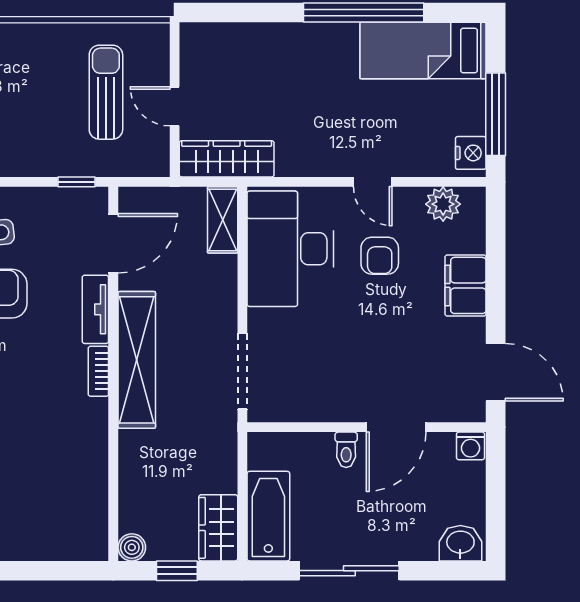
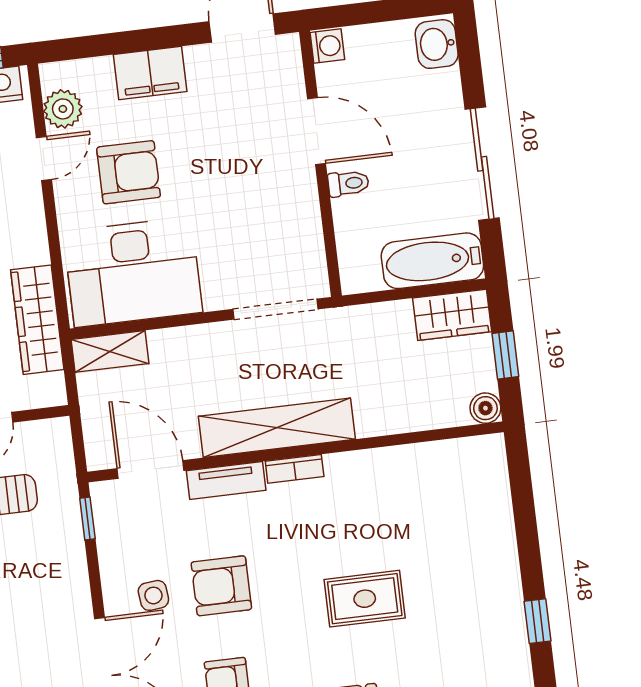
wardrobe: (227, 159) -> (37, 320), moved
door: (373, 182) -> (44, 158), moved
armchair: (380, 256) -> (129, 172), width x1.38, depth x1.38

